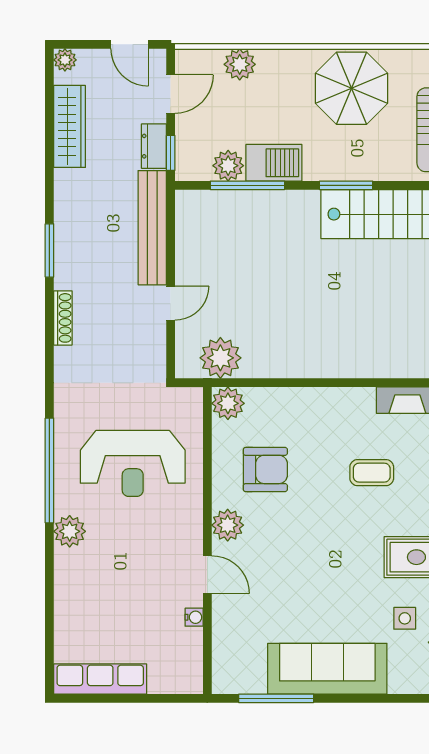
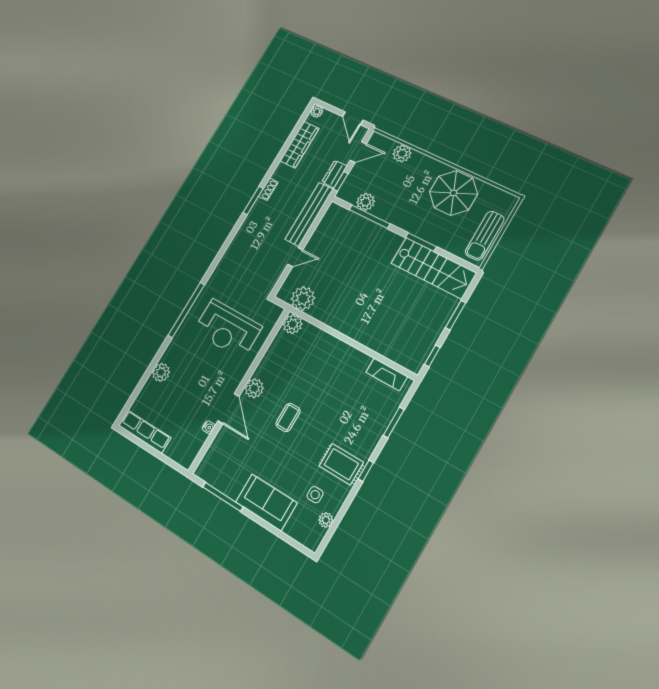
barbecue: (274, 163) -> (390, 212), removed
shoe rack: (63, 318) -> (268, 189), moved, width x0.70
armchair: (265, 469) -> (291, 370), removed
coffee table: (372, 473) -> (288, 418), moved, turned 90
plant: (70, 531) -> (161, 372), moved
door: (207, 575) -> (228, 409), width x1.38
sofa: (327, 669) -> (266, 502), width x0.73

